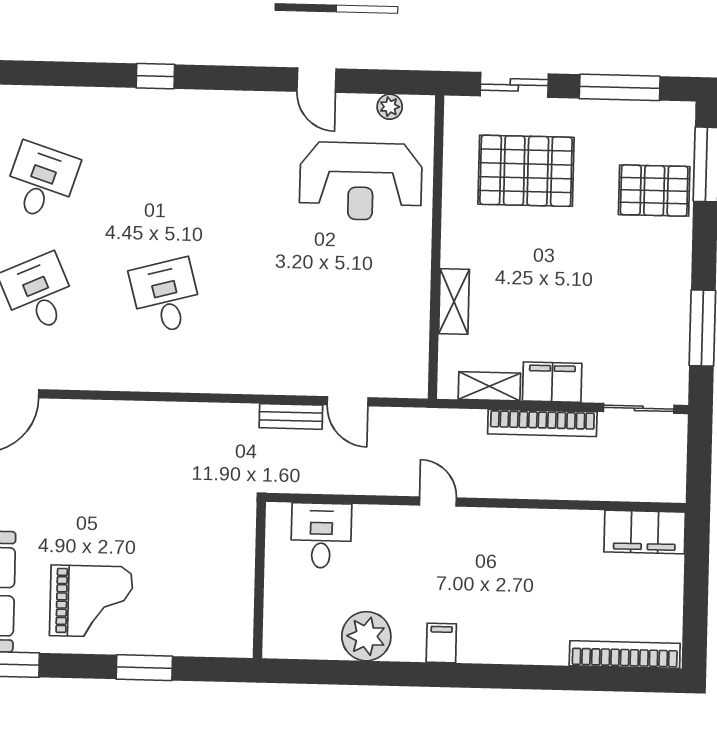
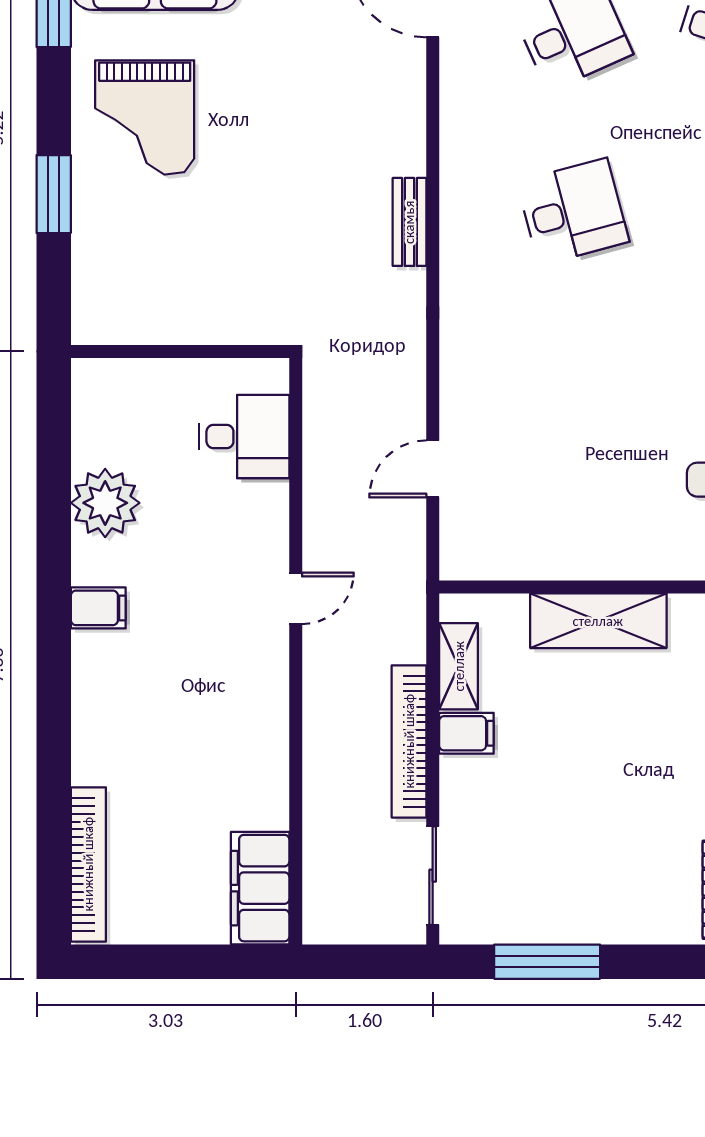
shelving: (454, 301) -> (598, 621), width x1.50, depth x1.33
filing cabinet: (552, 382) -> (466, 733), width x0.50
bench: (291, 416) -> (409, 222), moved

